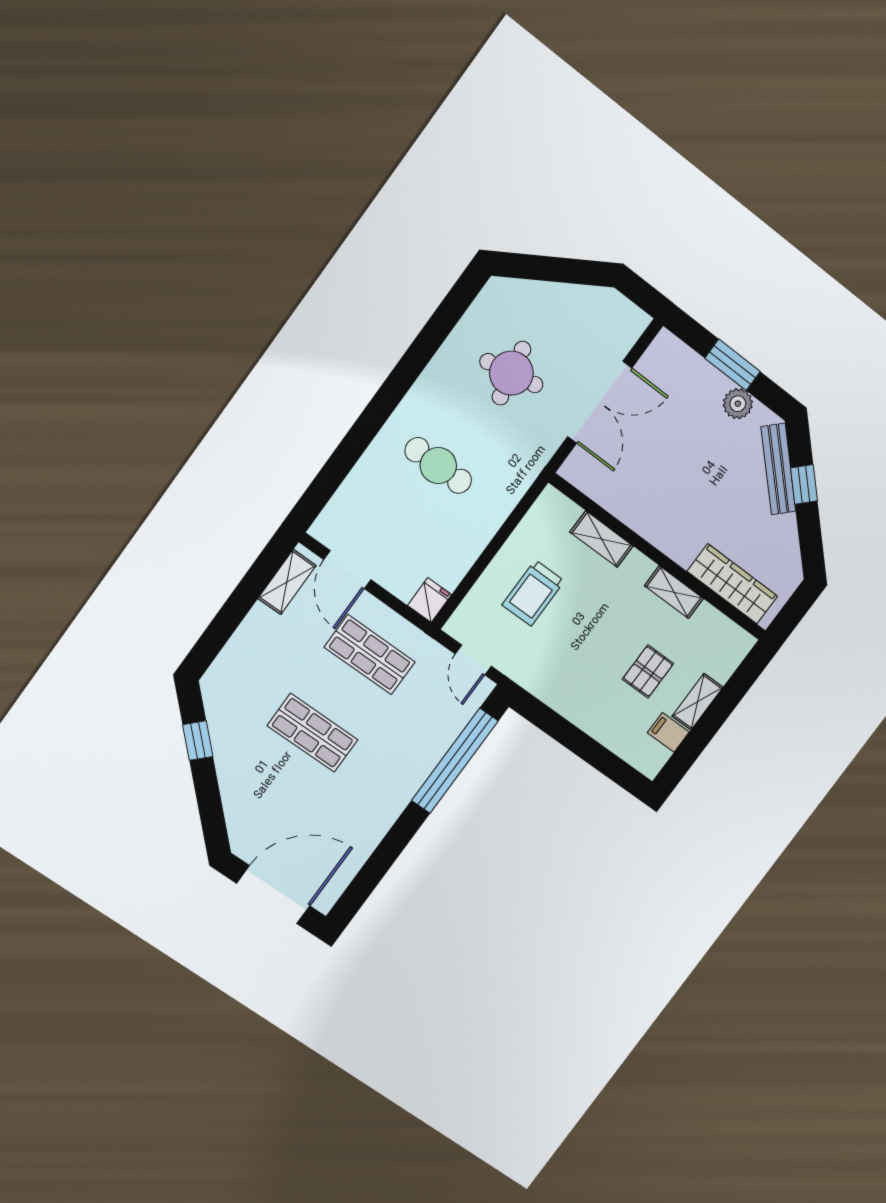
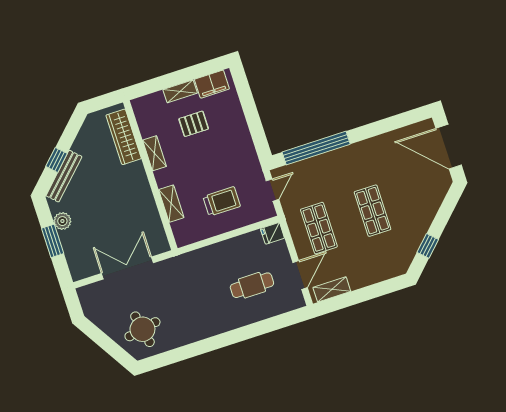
round table: (511, 373) -> (142, 329), moved
cafe table: (438, 466) -> (252, 285), moved, turned 90
filing cabinet: (668, 732) -> (212, 84), width x2.00

